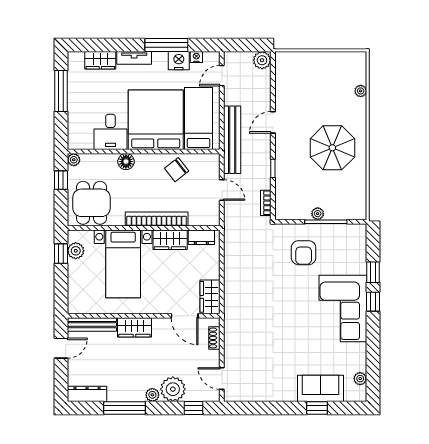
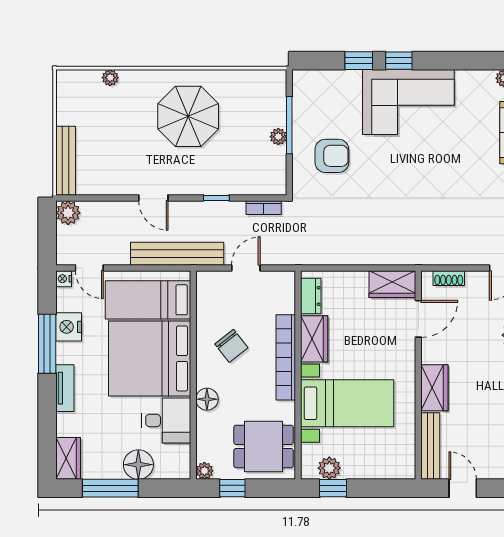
nightstand: (196, 57) -> (64, 279), moved
bench: (300, 58) -> (66, 161), added
wardrobe: (100, 60) -> (68, 458), moved
floor lamp: (78, 112) -> (138, 465), added
chair: (177, 170) -> (231, 346), moved

